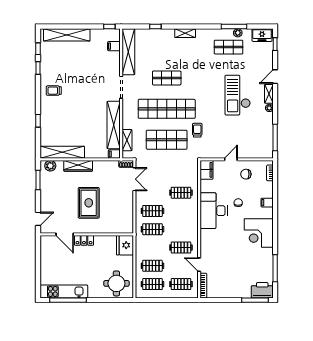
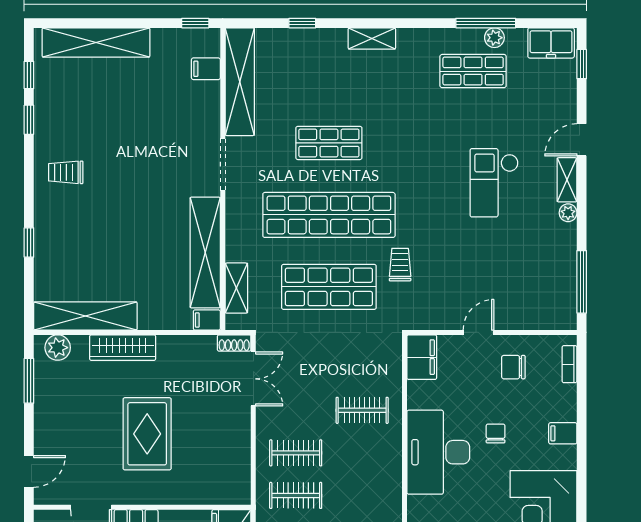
checkout: (238, 95) -> (494, 183), width x0.73, depth x0.83

